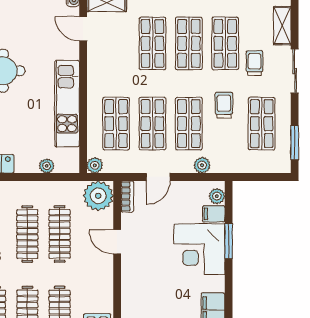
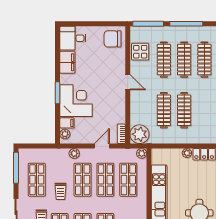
window: (295, 143) -> (16, 168), width x1.44
plant: (47, 166) -> (187, 153), moved
window: (229, 241) -> (58, 93), moved
door: (117, 242) -> (128, 82), moved

